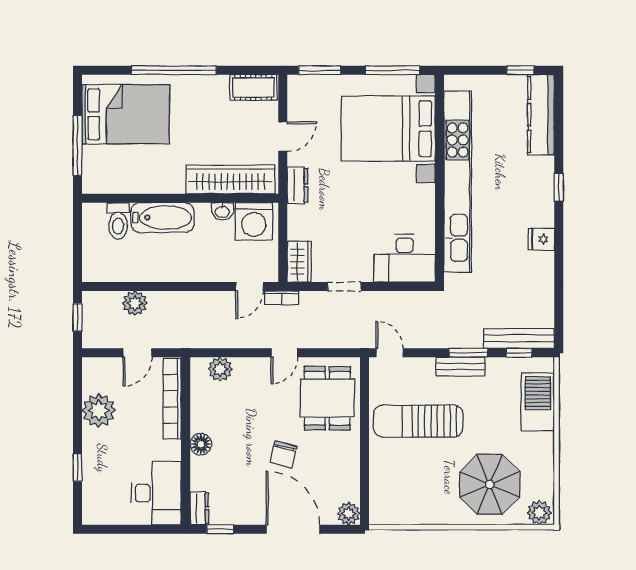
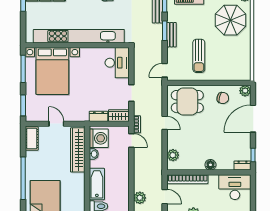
dresser: (298, 185) -> (99, 116), moved
sun lounger: (418, 421) -> (199, 56), width x0.73, depth x0.75
chair: (283, 454) -> (223, 98), moved

